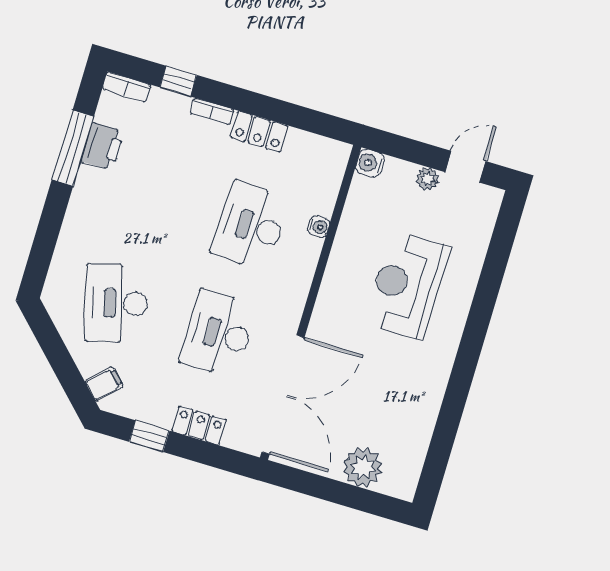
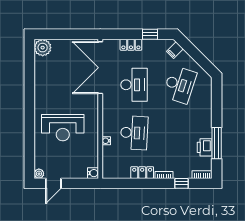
plant: (428, 179) -> (39, 174), moved
reception desk: (407, 285) -> (63, 128), turned 90
desk: (117, 303) -> (180, 85), turned 33
plant: (363, 467) -> (43, 48), moved

